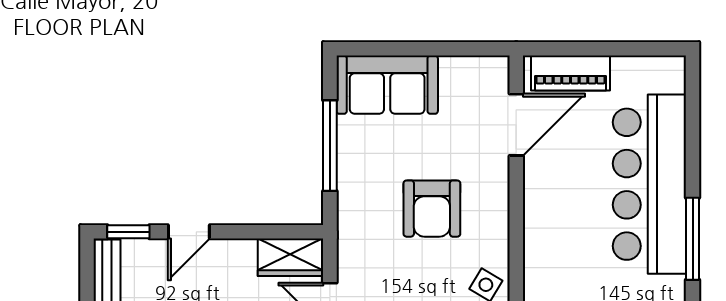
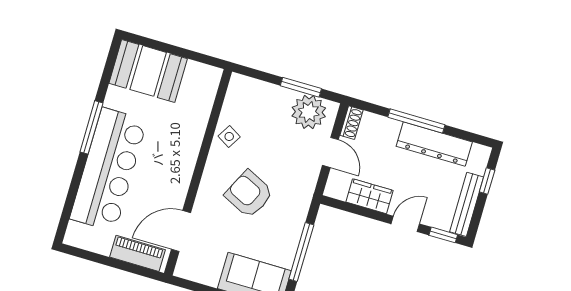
armchair: (432, 209) -> (249, 194), turned -64
wardrobe: (290, 257) -> (370, 196), moved

